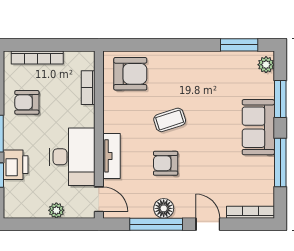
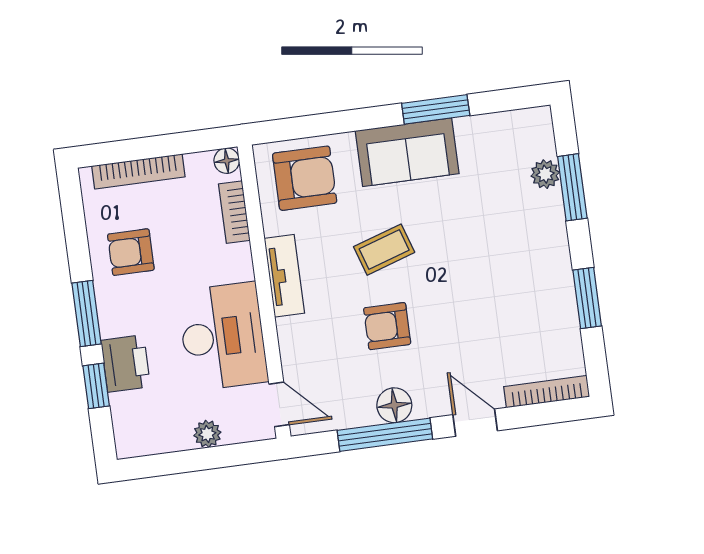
window: (239, 45) -> (436, 109), moved
floor lamp: (88, 58) -> (227, 161), added
plant: (266, 65) -> (545, 174), moved
sofa: (258, 127) -> (407, 152), moved, turned -90
tv unit: (112, 156) -> (284, 276), moved
window: (280, 162) -> (587, 298), width x0.69

